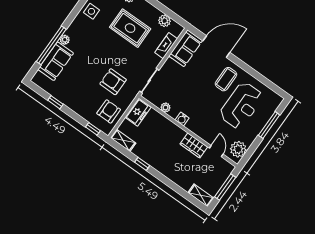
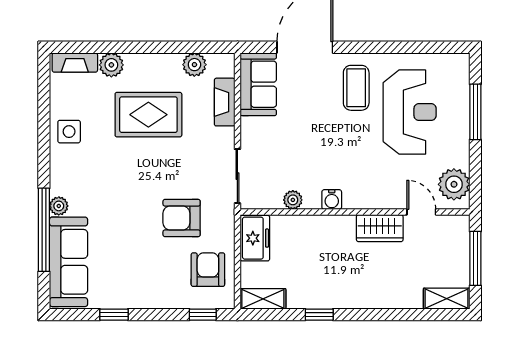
sofa: (56, 61) -> (69, 262), width x1.36

